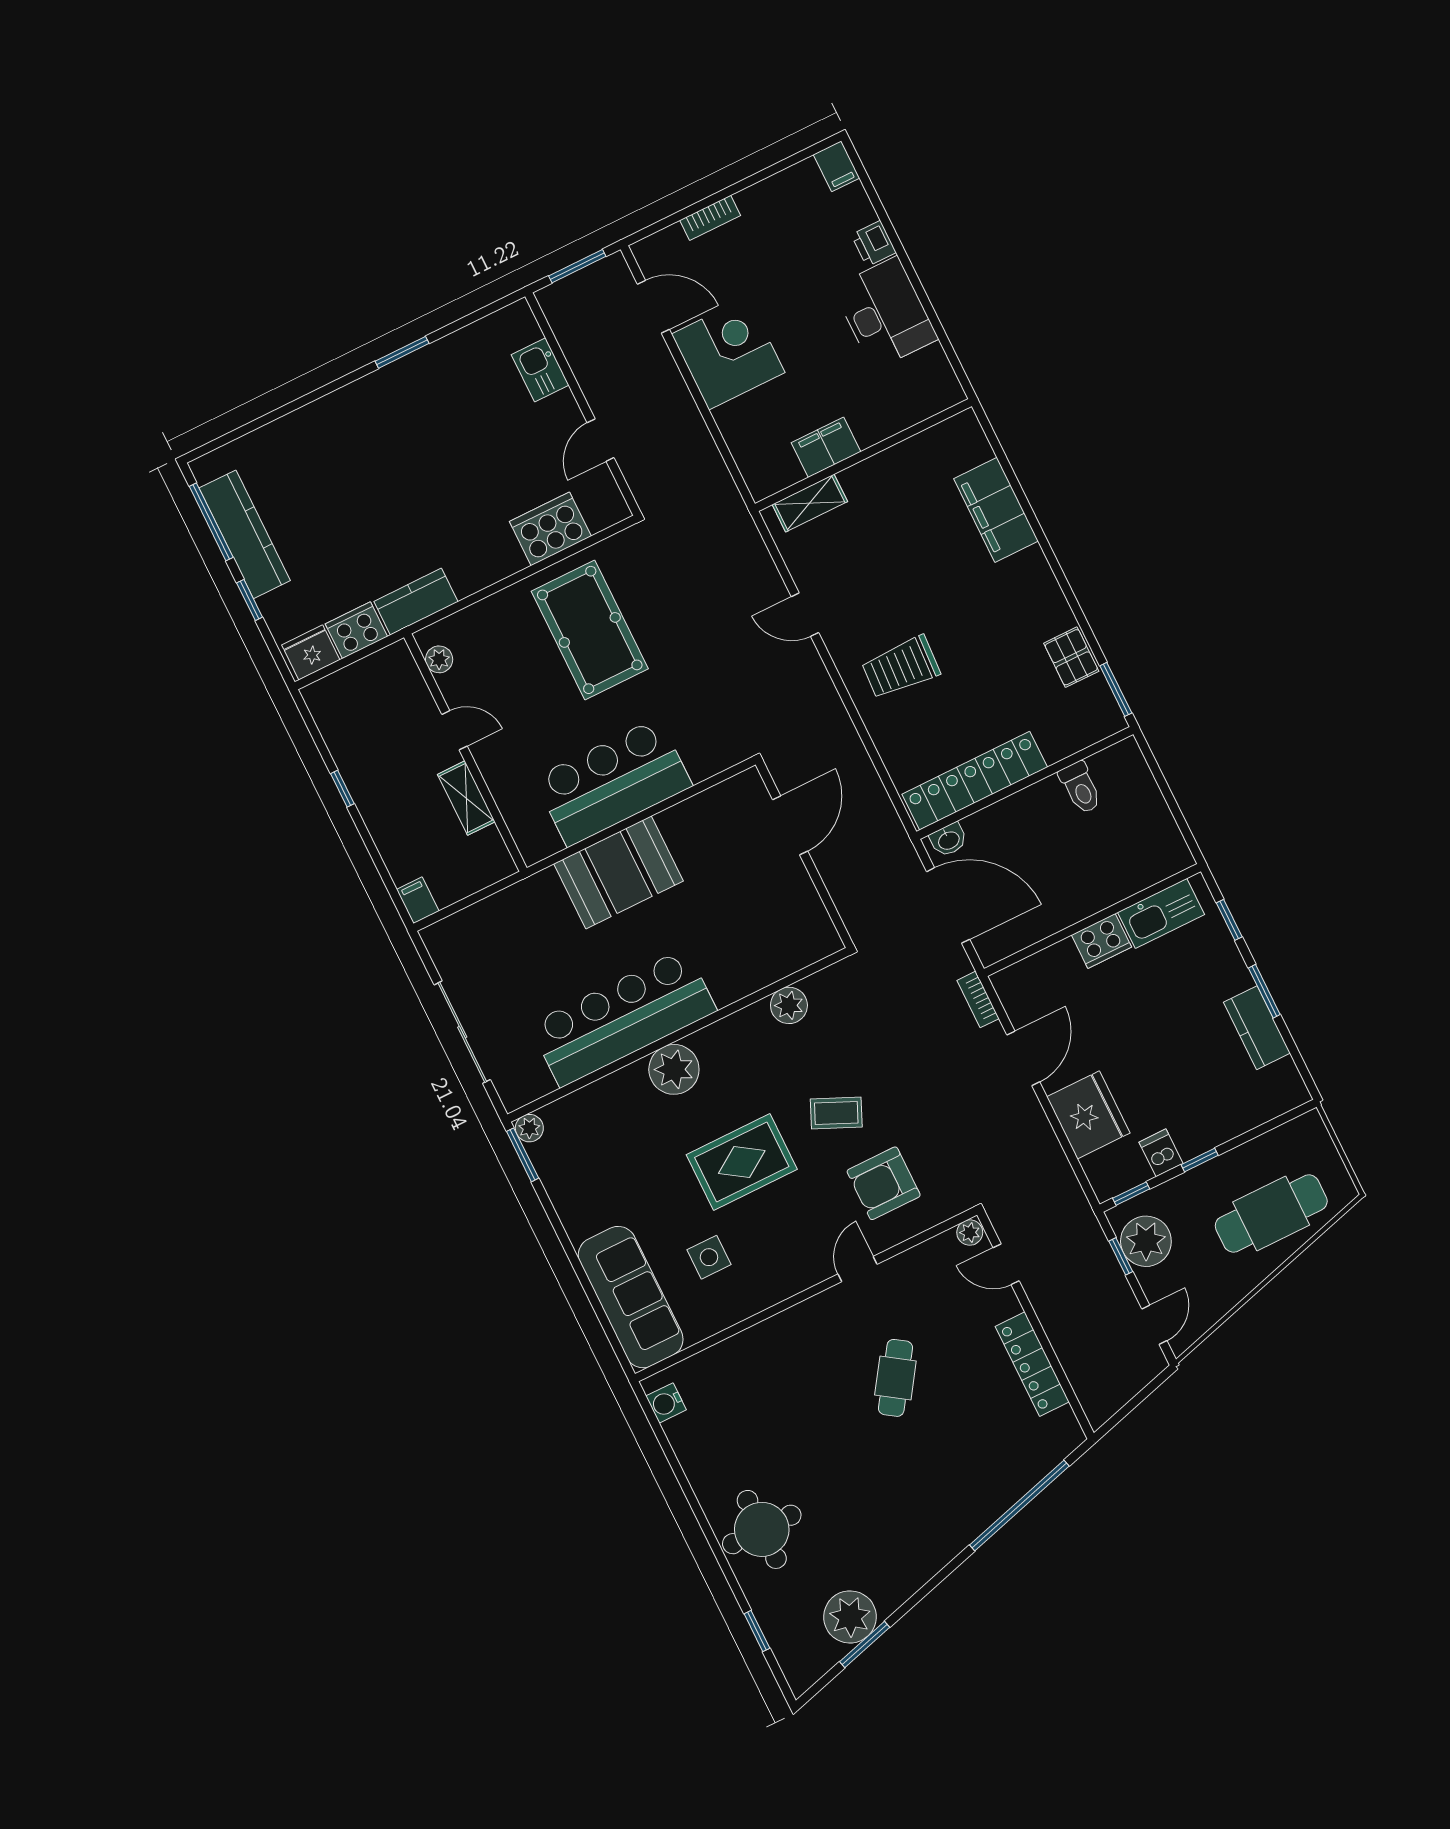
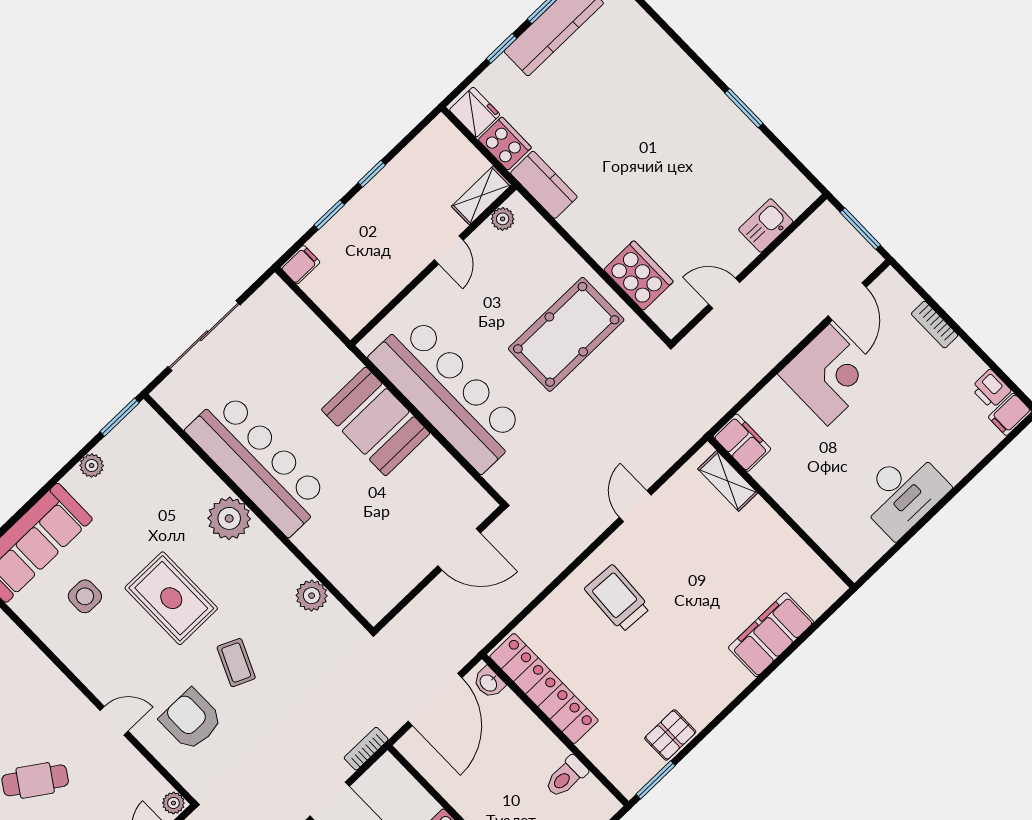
printer: (874, 244) -> (991, 389), moved, turned -90
filing cabinet: (826, 447) -> (742, 443), moved
bar counter: (613, 782) -> (448, 393), width x1.36
shelving: (466, 798) -> (481, 195), moved
window: (373, 850) -> (329, 215), added
plant: (529, 1128) -> (92, 466), moved

